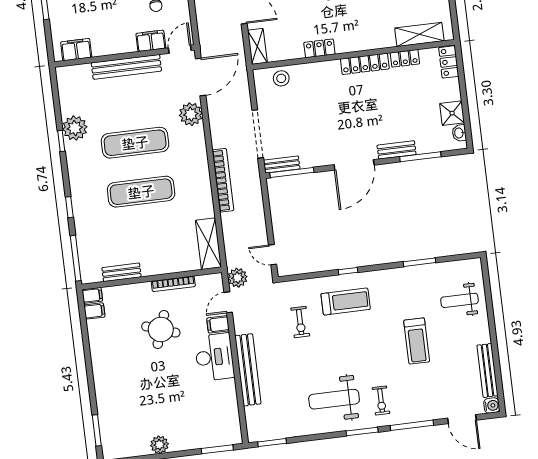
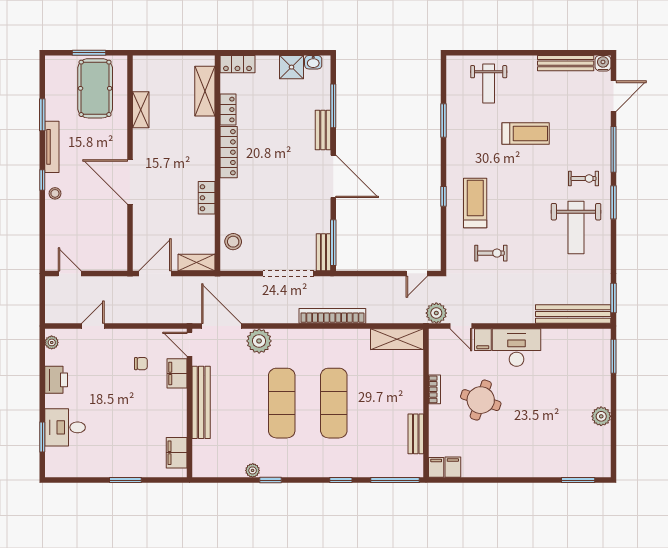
plant: (75, 128) -> (253, 470), width x0.53, depth x0.53
bookcase: (173, 284) -> (434, 389), width x0.64
bench: (248, 370) -> (573, 314), moved

